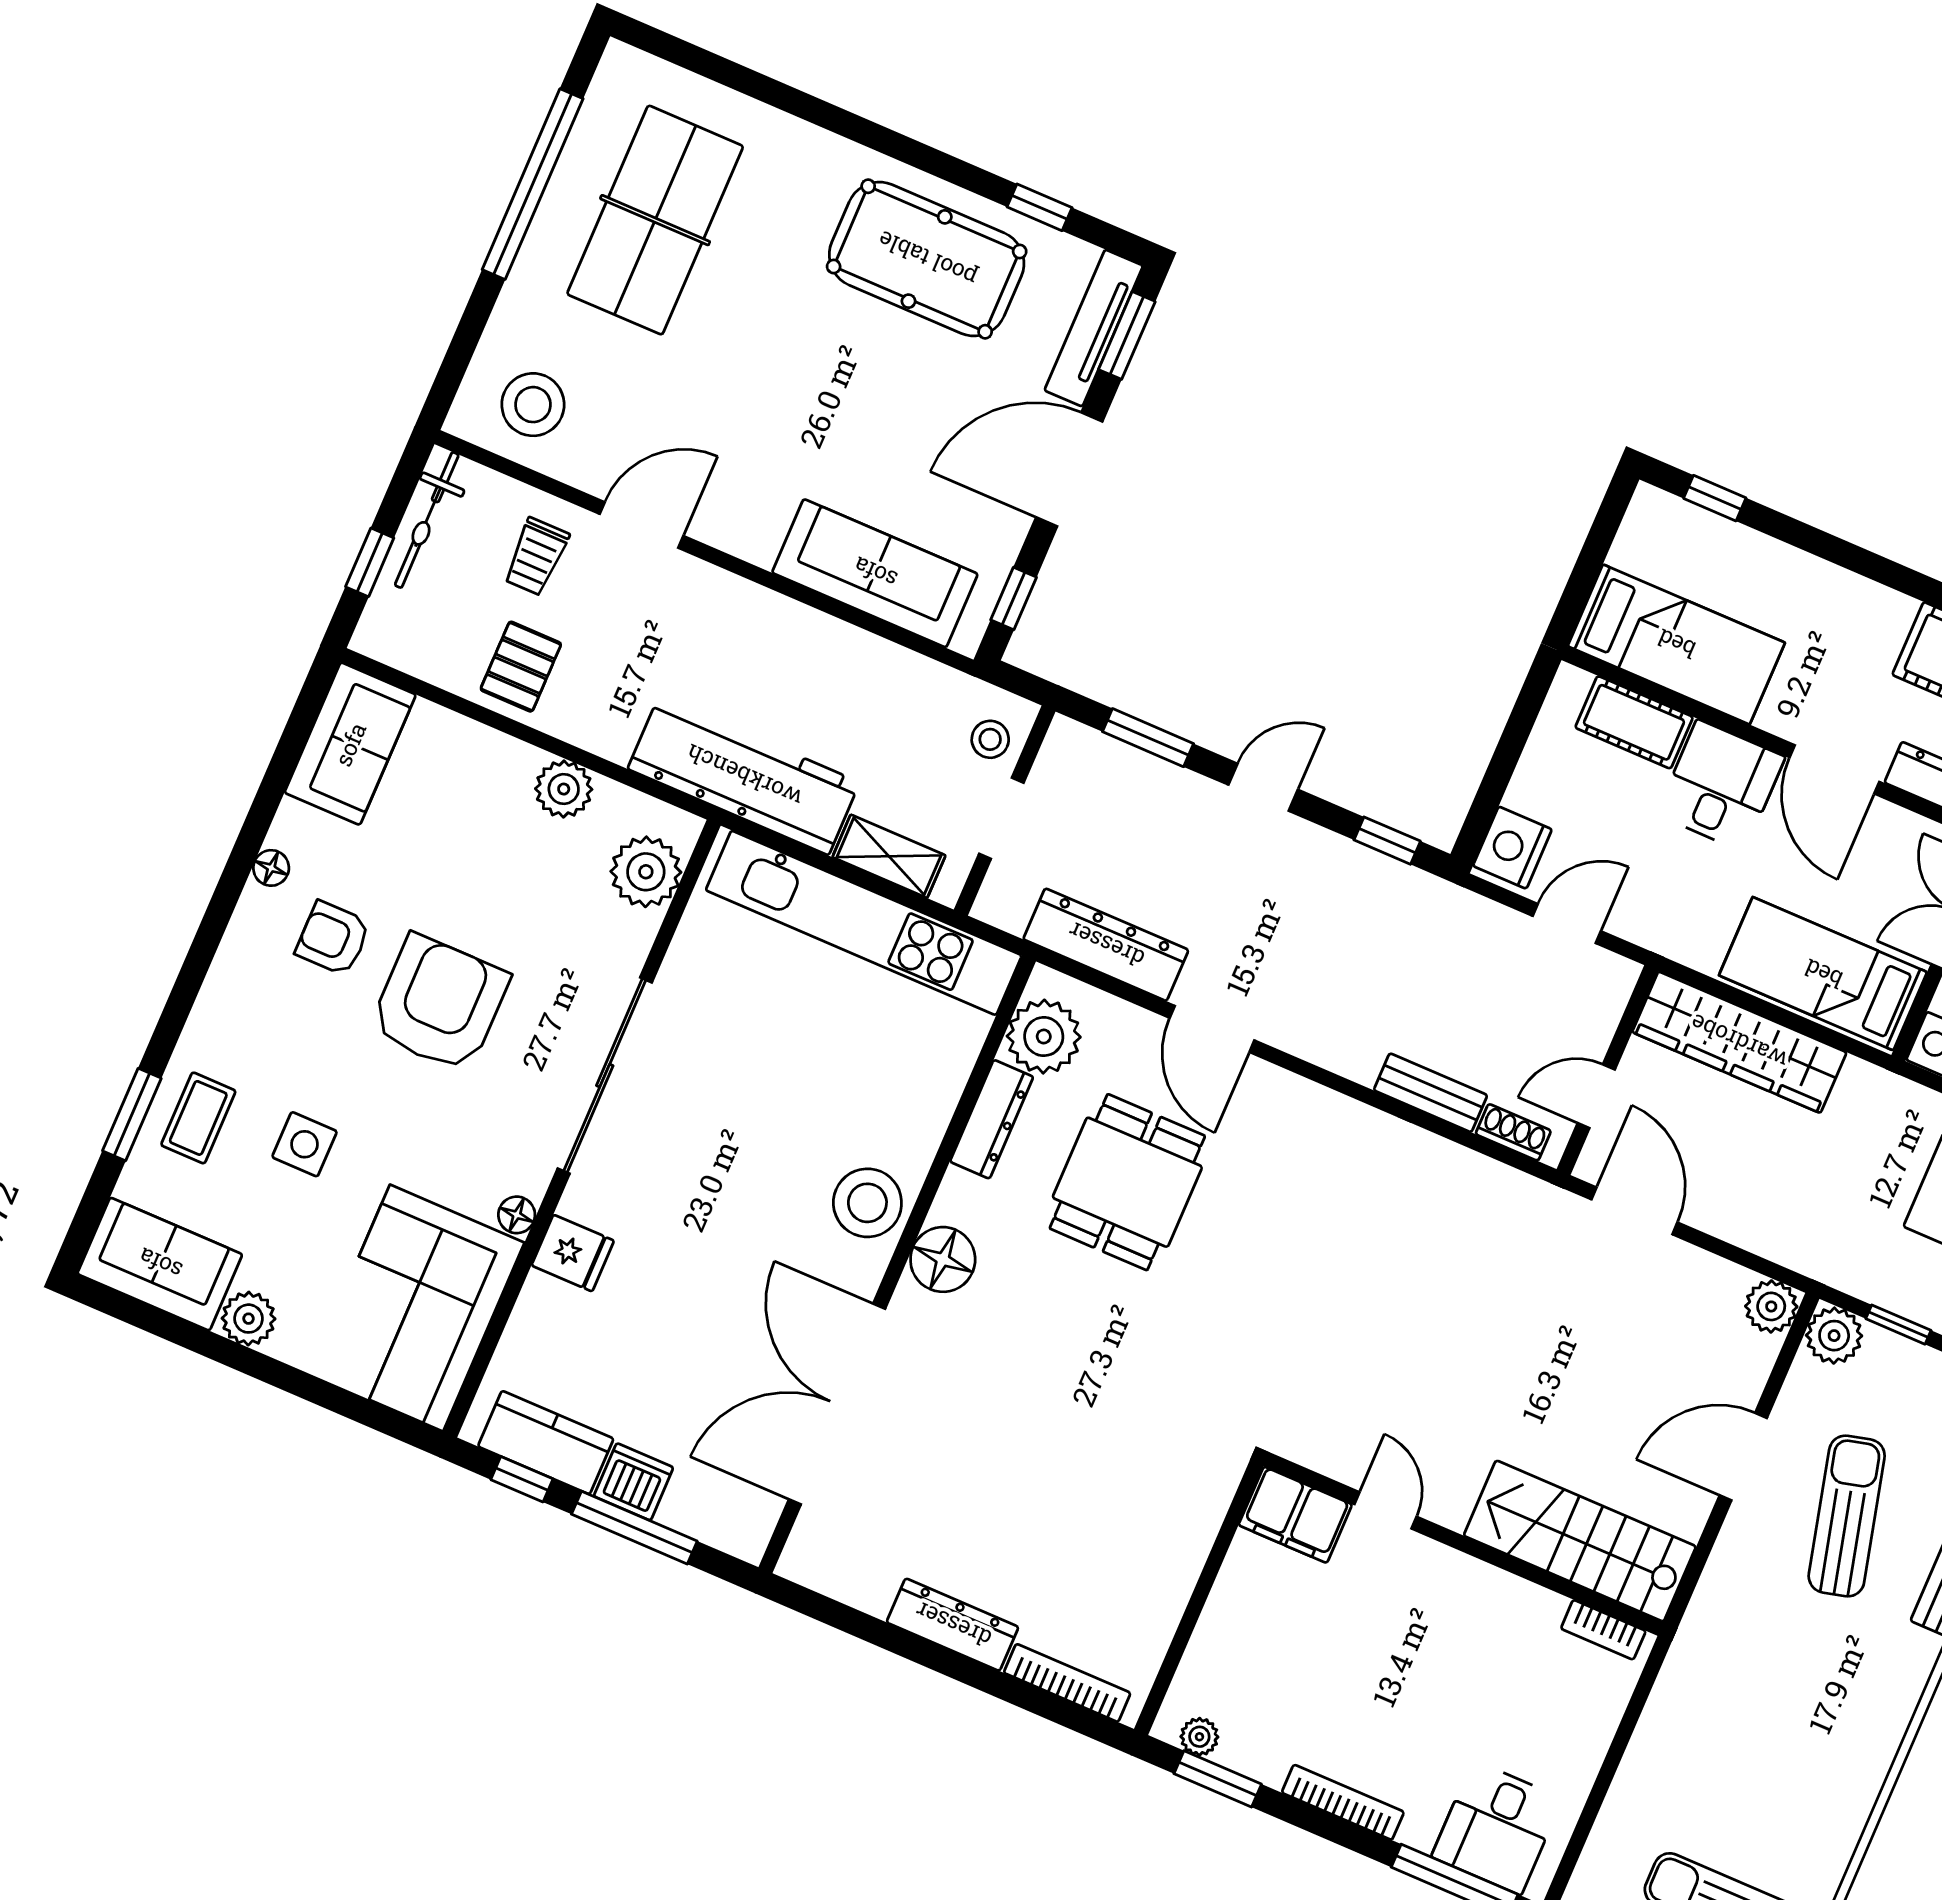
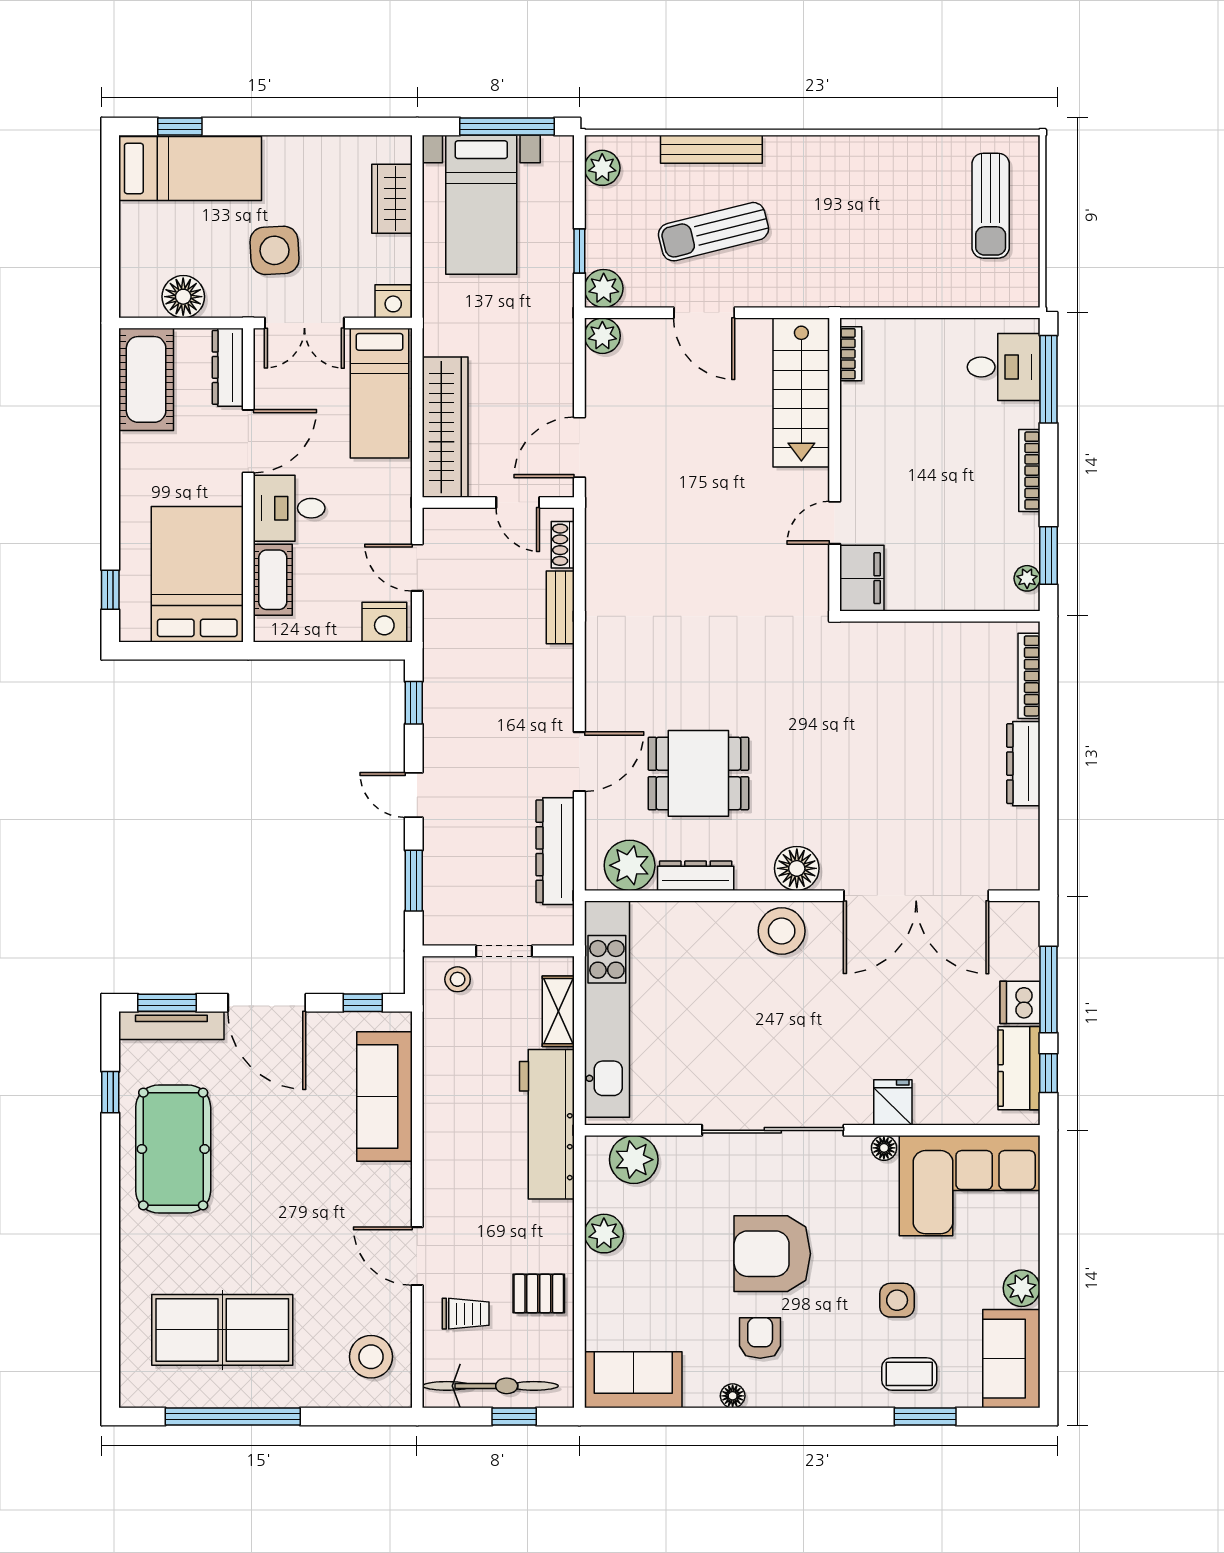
bicycle: (427, 520) -> (490, 1386), width x1.37, depth x1.40
bed: (1676, 644) -> (197, 574), width x1.50
armchair: (333, 938) -> (760, 1338), turned 180

